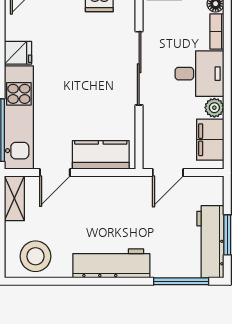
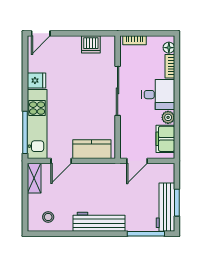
stool: (35, 256) -> (48, 217), width x0.53, depth x0.53

